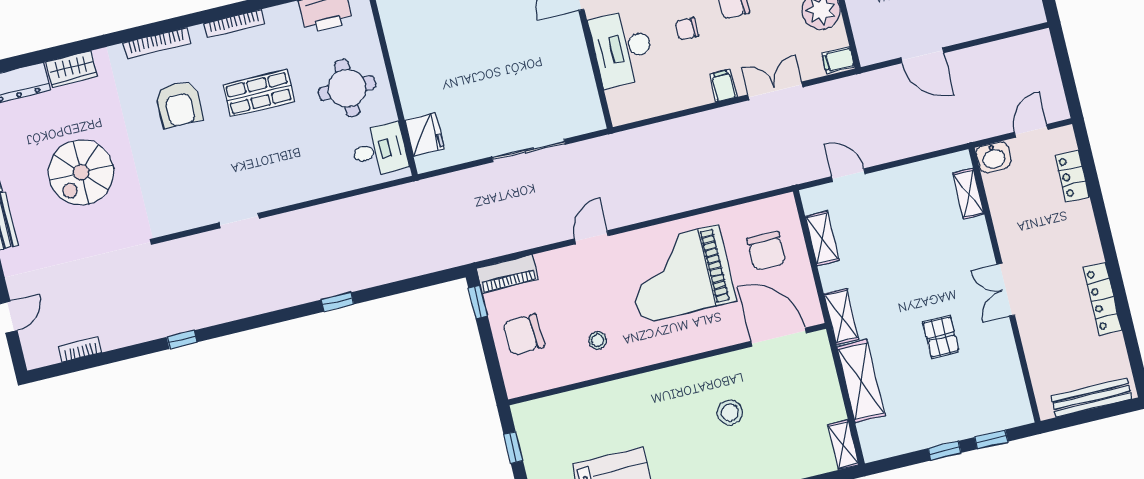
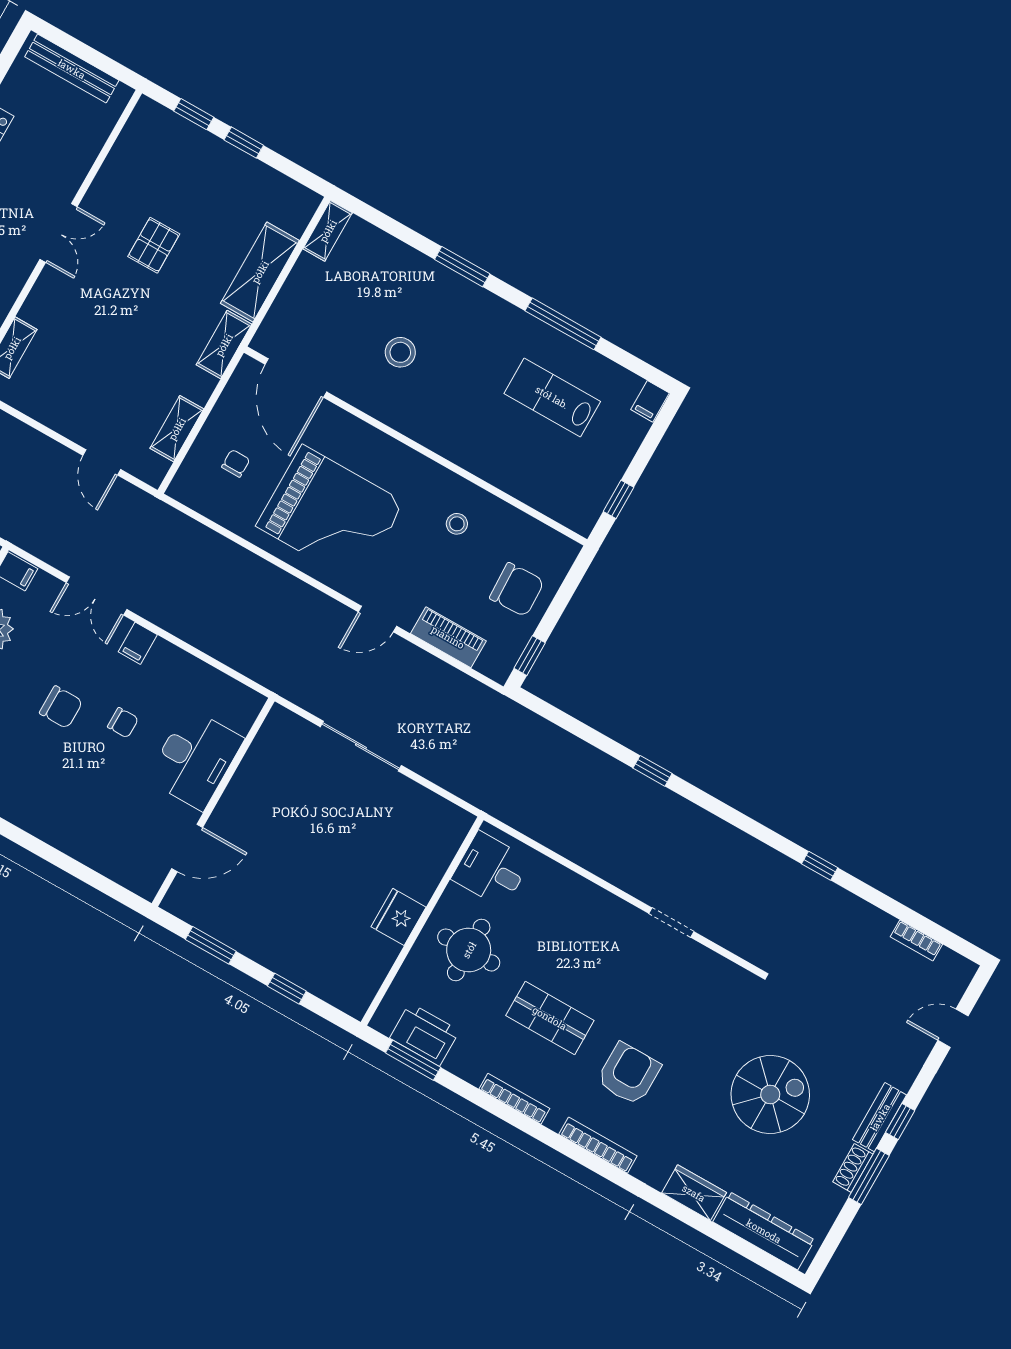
fridge: (425, 134) -> (398, 917), moved
chair: (766, 251) -> (236, 463), width x0.54, depth x0.54
piano: (507, 274) -> (448, 637), moved

